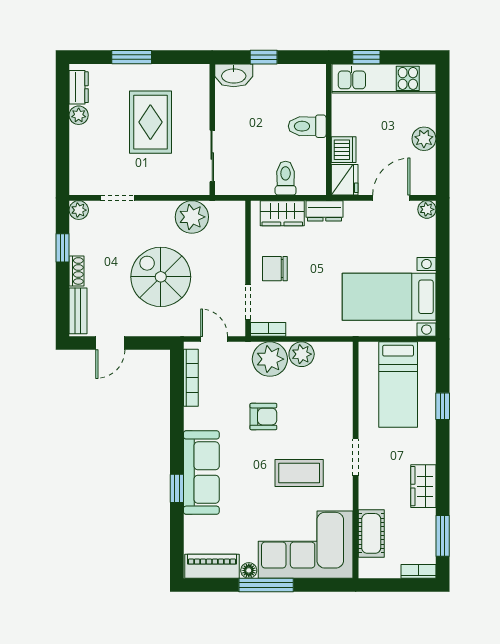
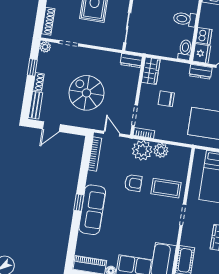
shoe rack: (77, 166) -> (48, 21), added
toilet: (286, 178) -> (185, 50), moved
dresser: (228, 210) -> (131, 61), added
dresser: (324, 211) -> (201, 72), moved
wardrobe: (282, 213) -> (151, 71), moved, turned -90
plant: (192, 217) -> (110, 61), removed
chair: (275, 269) -> (166, 99), moved
coffee table: (299, 473) -> (166, 188), moved
window: (177, 488) -> (79, 203), moved

